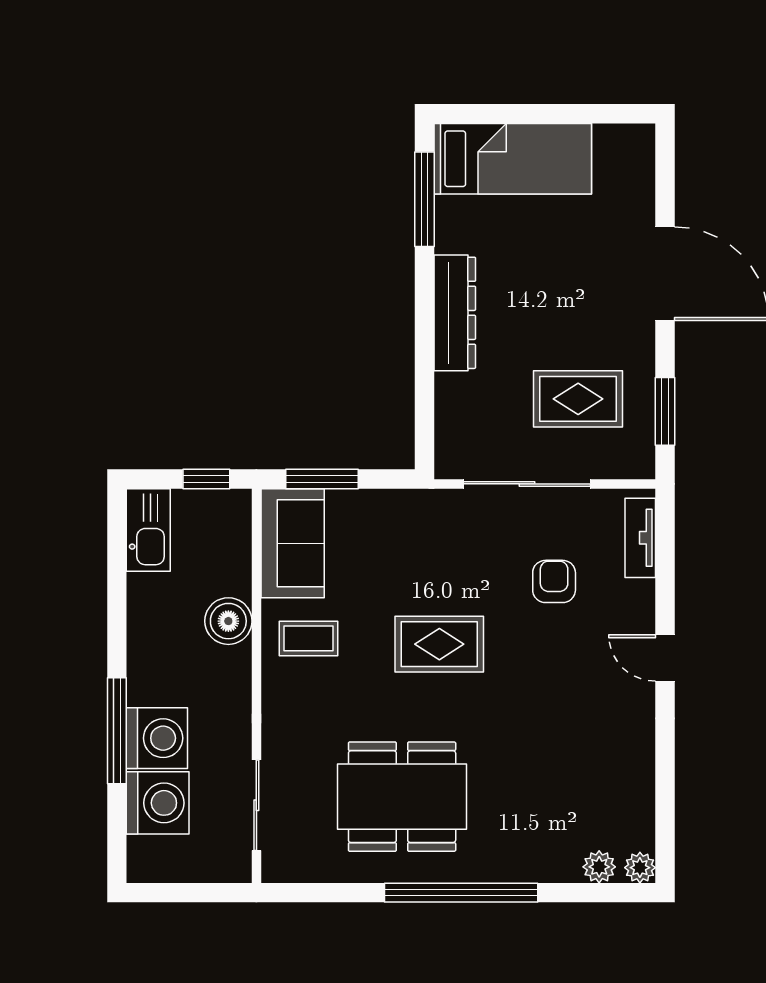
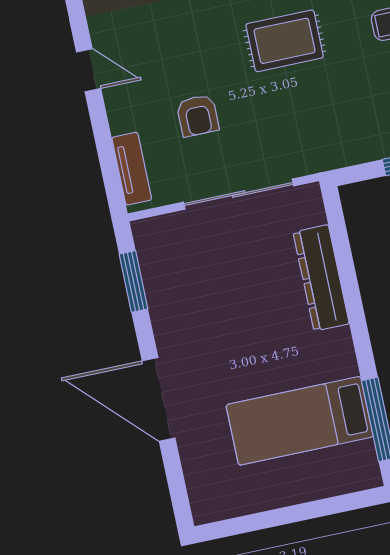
bed: (513, 159) -> (300, 421), moved
dresser: (455, 313) -> (321, 278), moved
rug: (578, 399) -> (210, 276), removed

